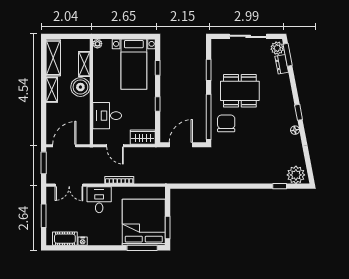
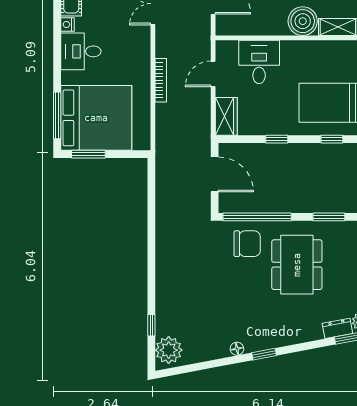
desk: (99, 200) -> (81, 51), moved, turned 180

